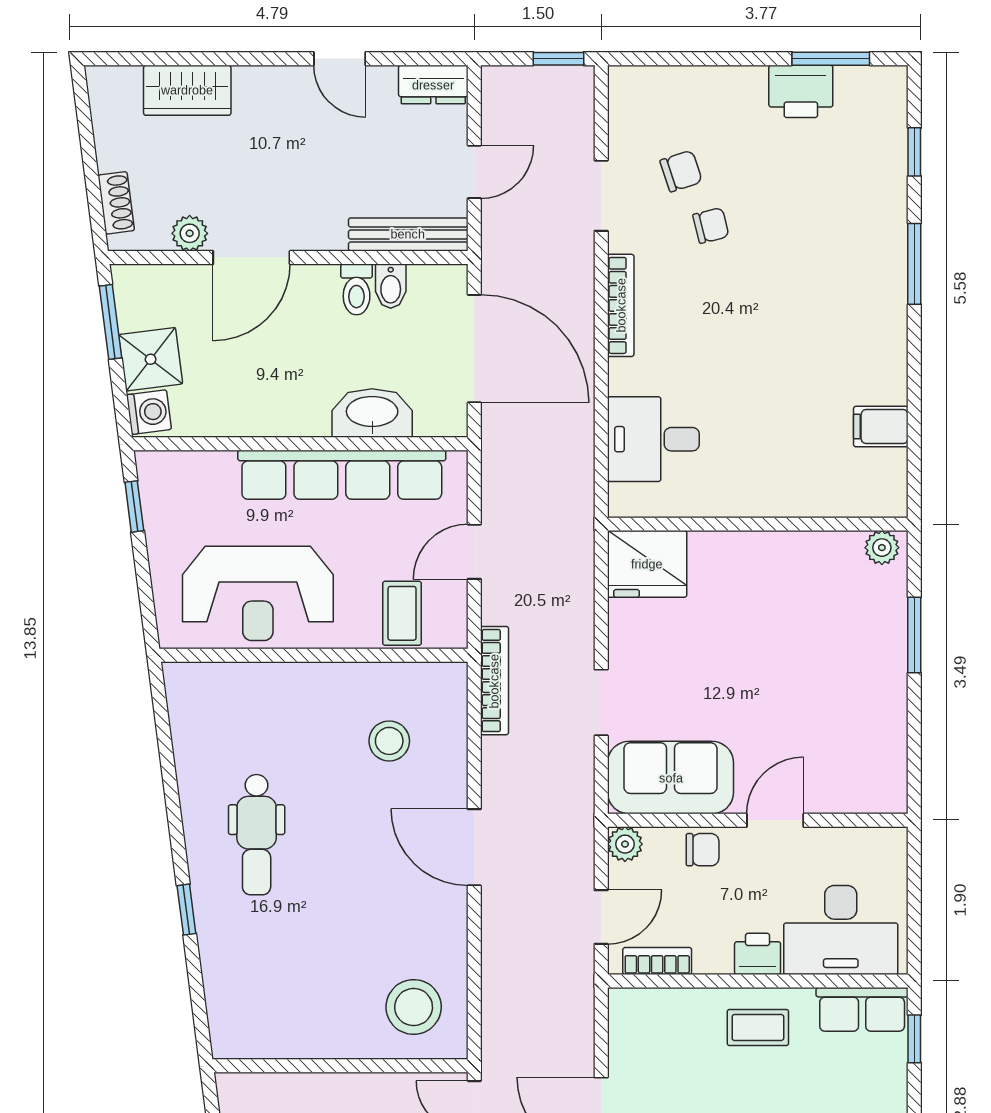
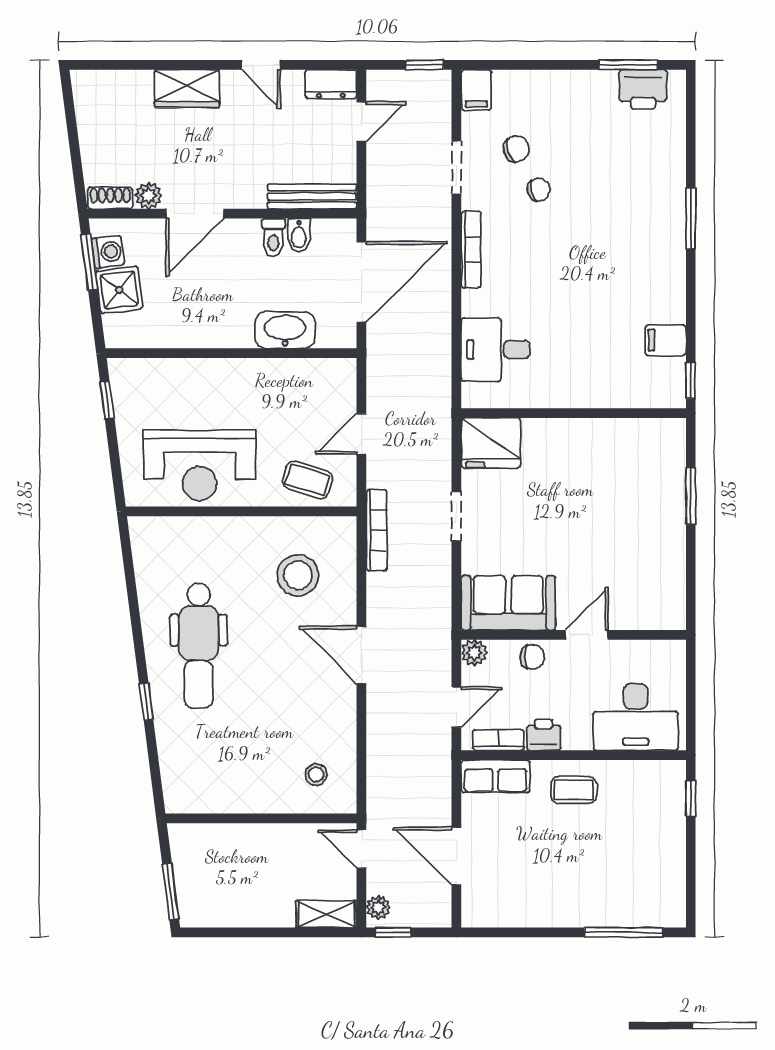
wardrobe: (187, 90) -> (187, 89), moved
printer: (801, 91) -> (643, 89), moved
filing cabinet: (628, 92) -> (476, 90), added
window: (914, 152) -> (691, 380), moved
door: (474, 172) -> (361, 122), moved
shoe rack: (116, 203) -> (110, 198), moved, turned -83
door: (474, 349) -> (361, 282), hinge flipped
washing machine: (149, 412) -> (108, 252), moved
row of seats: (342, 475) -> (262, 376), removed
plant: (882, 548) -> (666, 431), removed
coffee table: (402, 613) -> (307, 480), turned -73
doorway: (601, 702) -> (456, 516), moved
stool: (389, 741) -> (298, 575), width x1.38, depth x1.38
dental chair: (257, 835) -> (199, 646), width x1.36, depth x1.38
printer: (758, 954) -> (544, 735), moved
stool: (414, 1007) -> (316, 774), width x0.53, depth x0.53
row of seats: (862, 1009) -> (496, 776), moved

